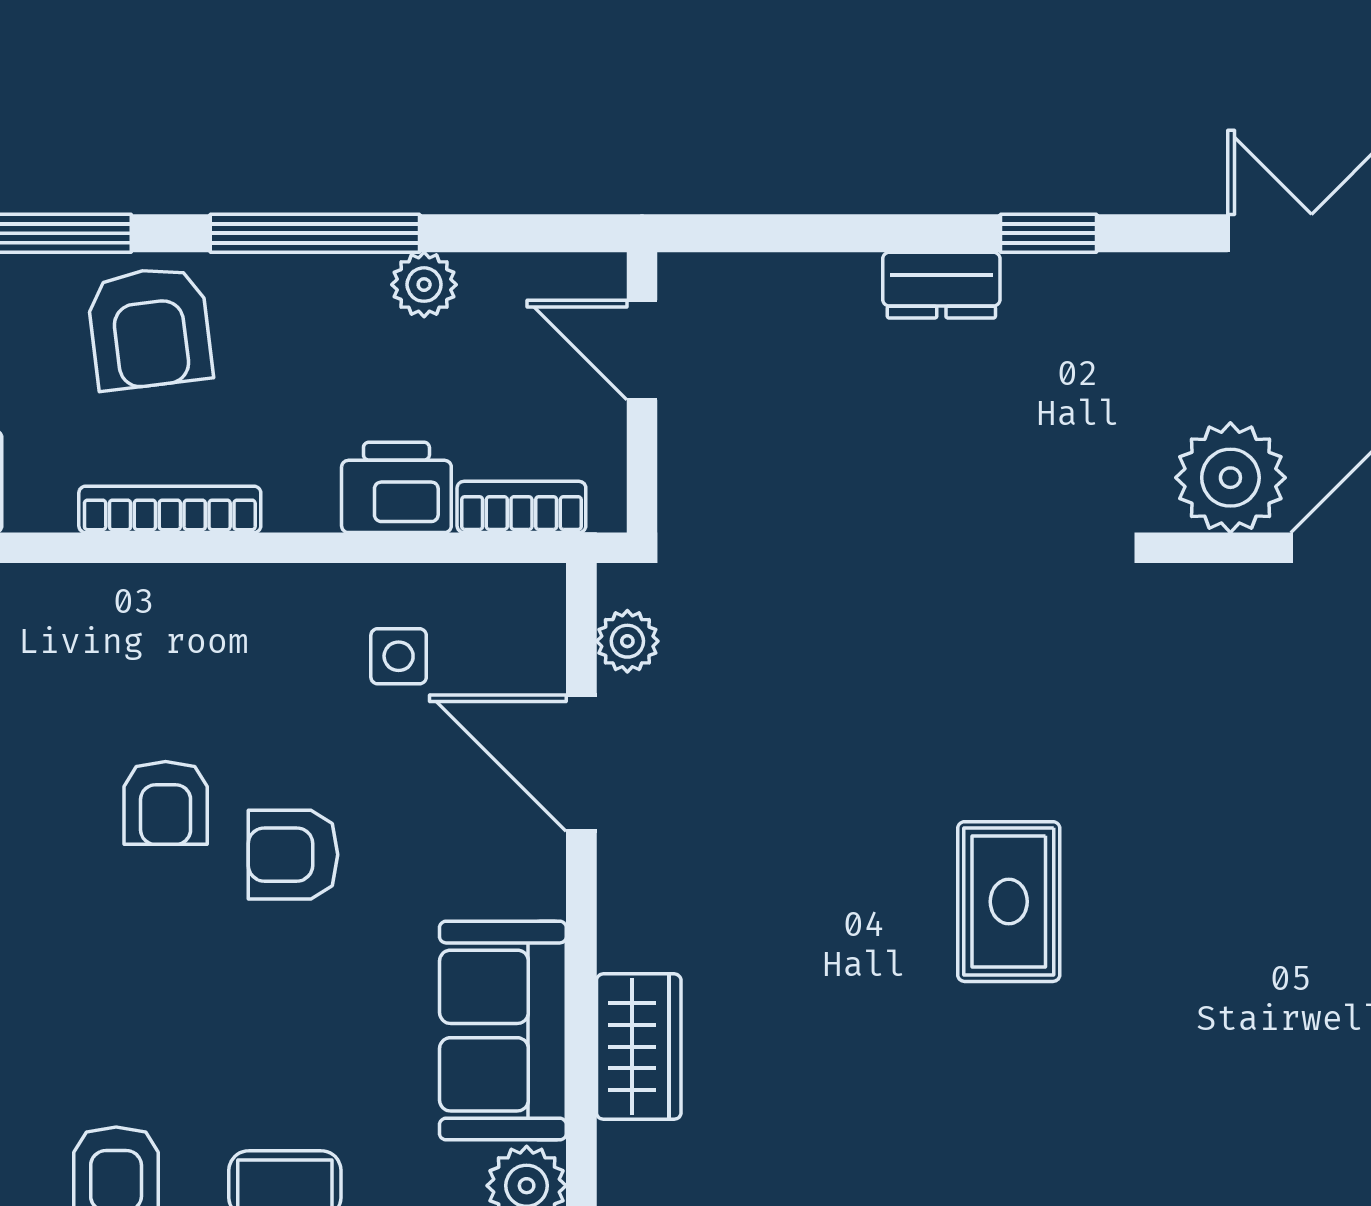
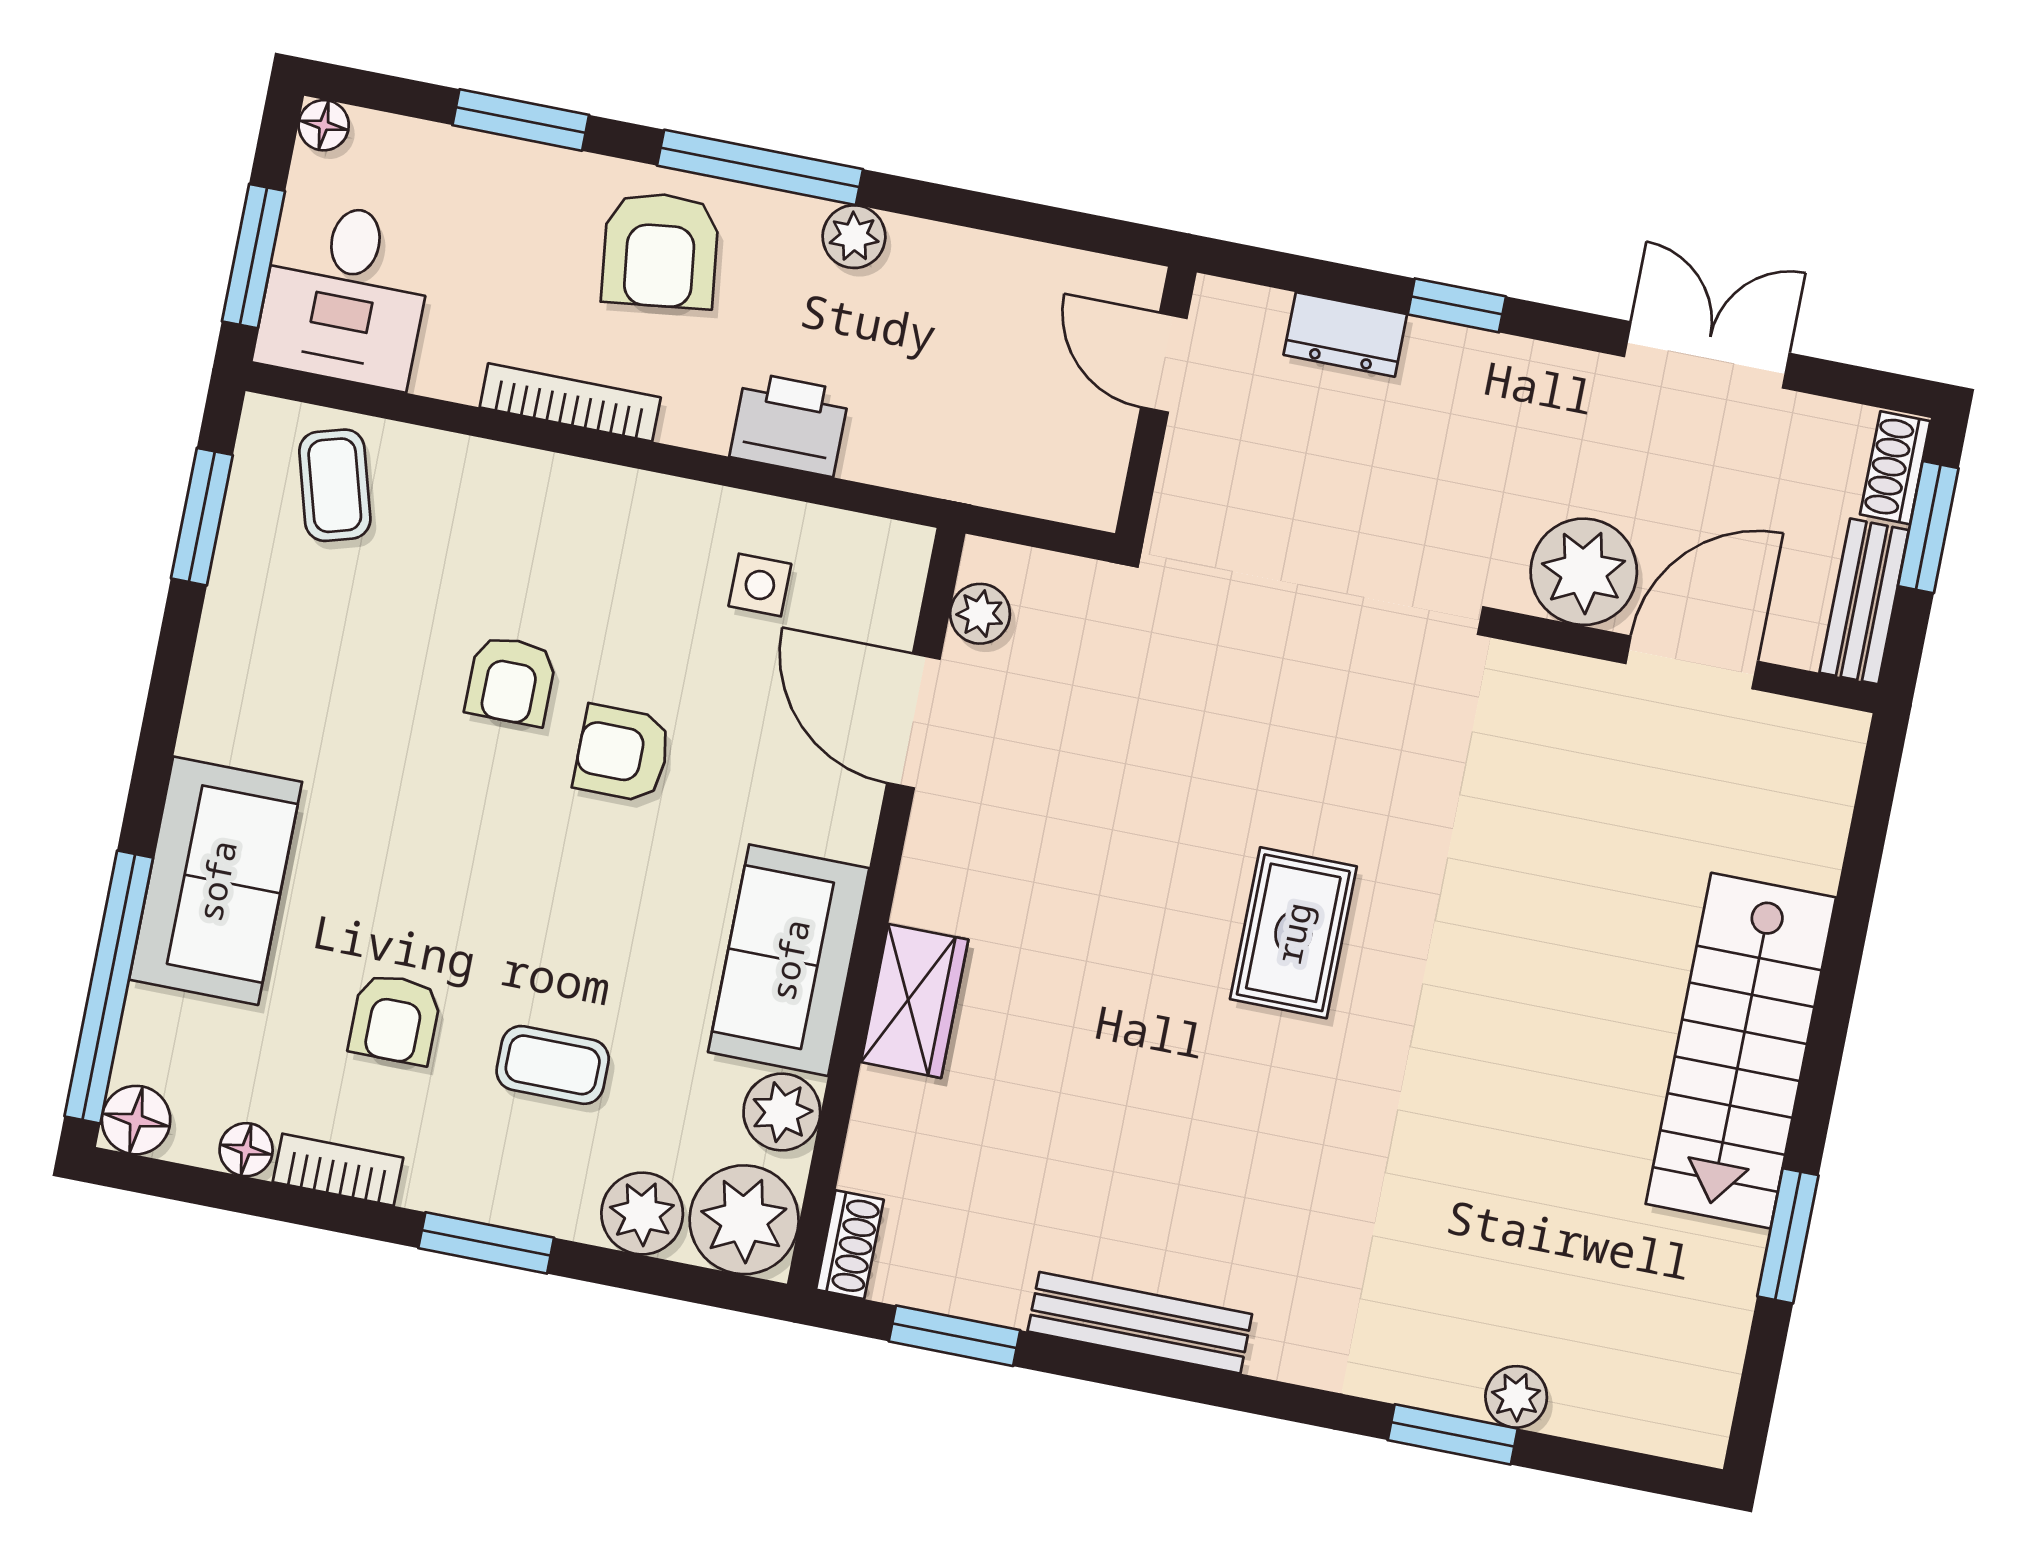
armchair: (150, 328) -> (660, 250), moved
door: (642, 350) -> (1164, 363), moved
wall: (642, 392) -> (1156, 403), moved
bookcase: (521, 507) -> (905, 466), removed

